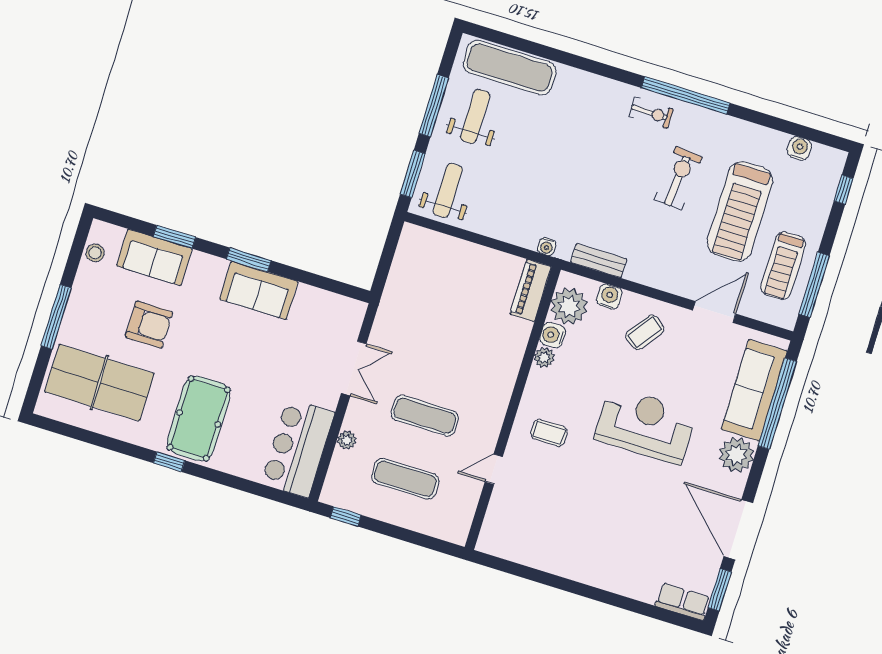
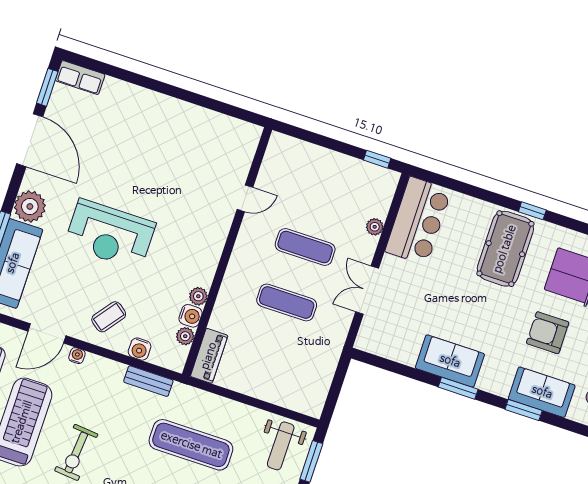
exercise mat: (549, 190) -> (191, 445), added
water cooler: (547, 246) -> (77, 356), moved
plant: (569, 306) -> (185, 336), width x0.53, depth x0.53
coffee table: (549, 433) -> (195, 229), removed
exercise mat: (405, 479) -> (287, 303), moved

